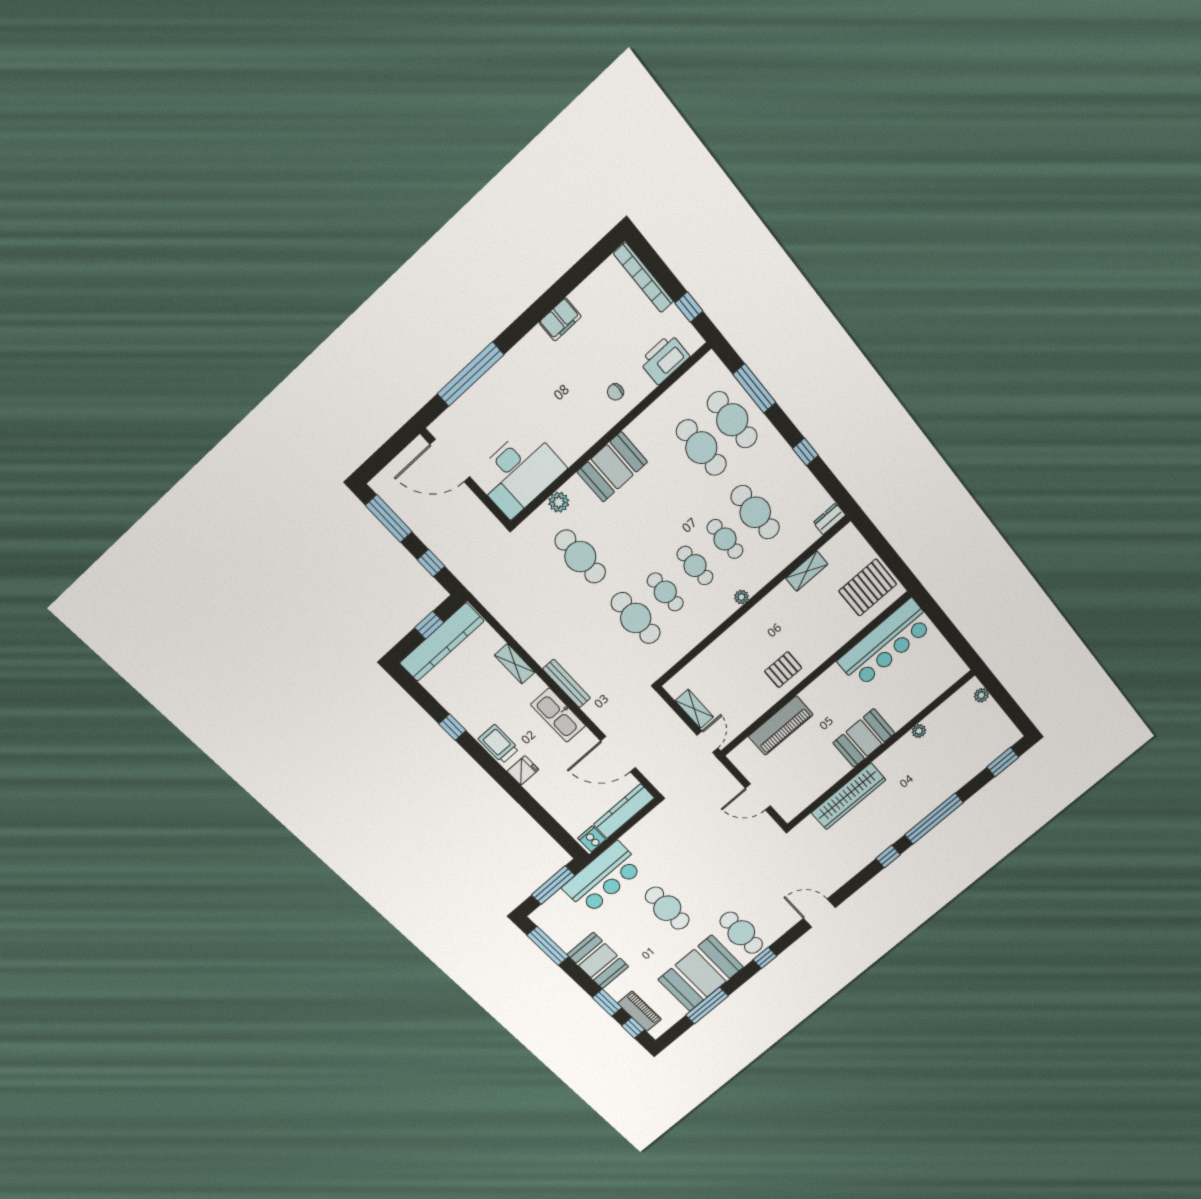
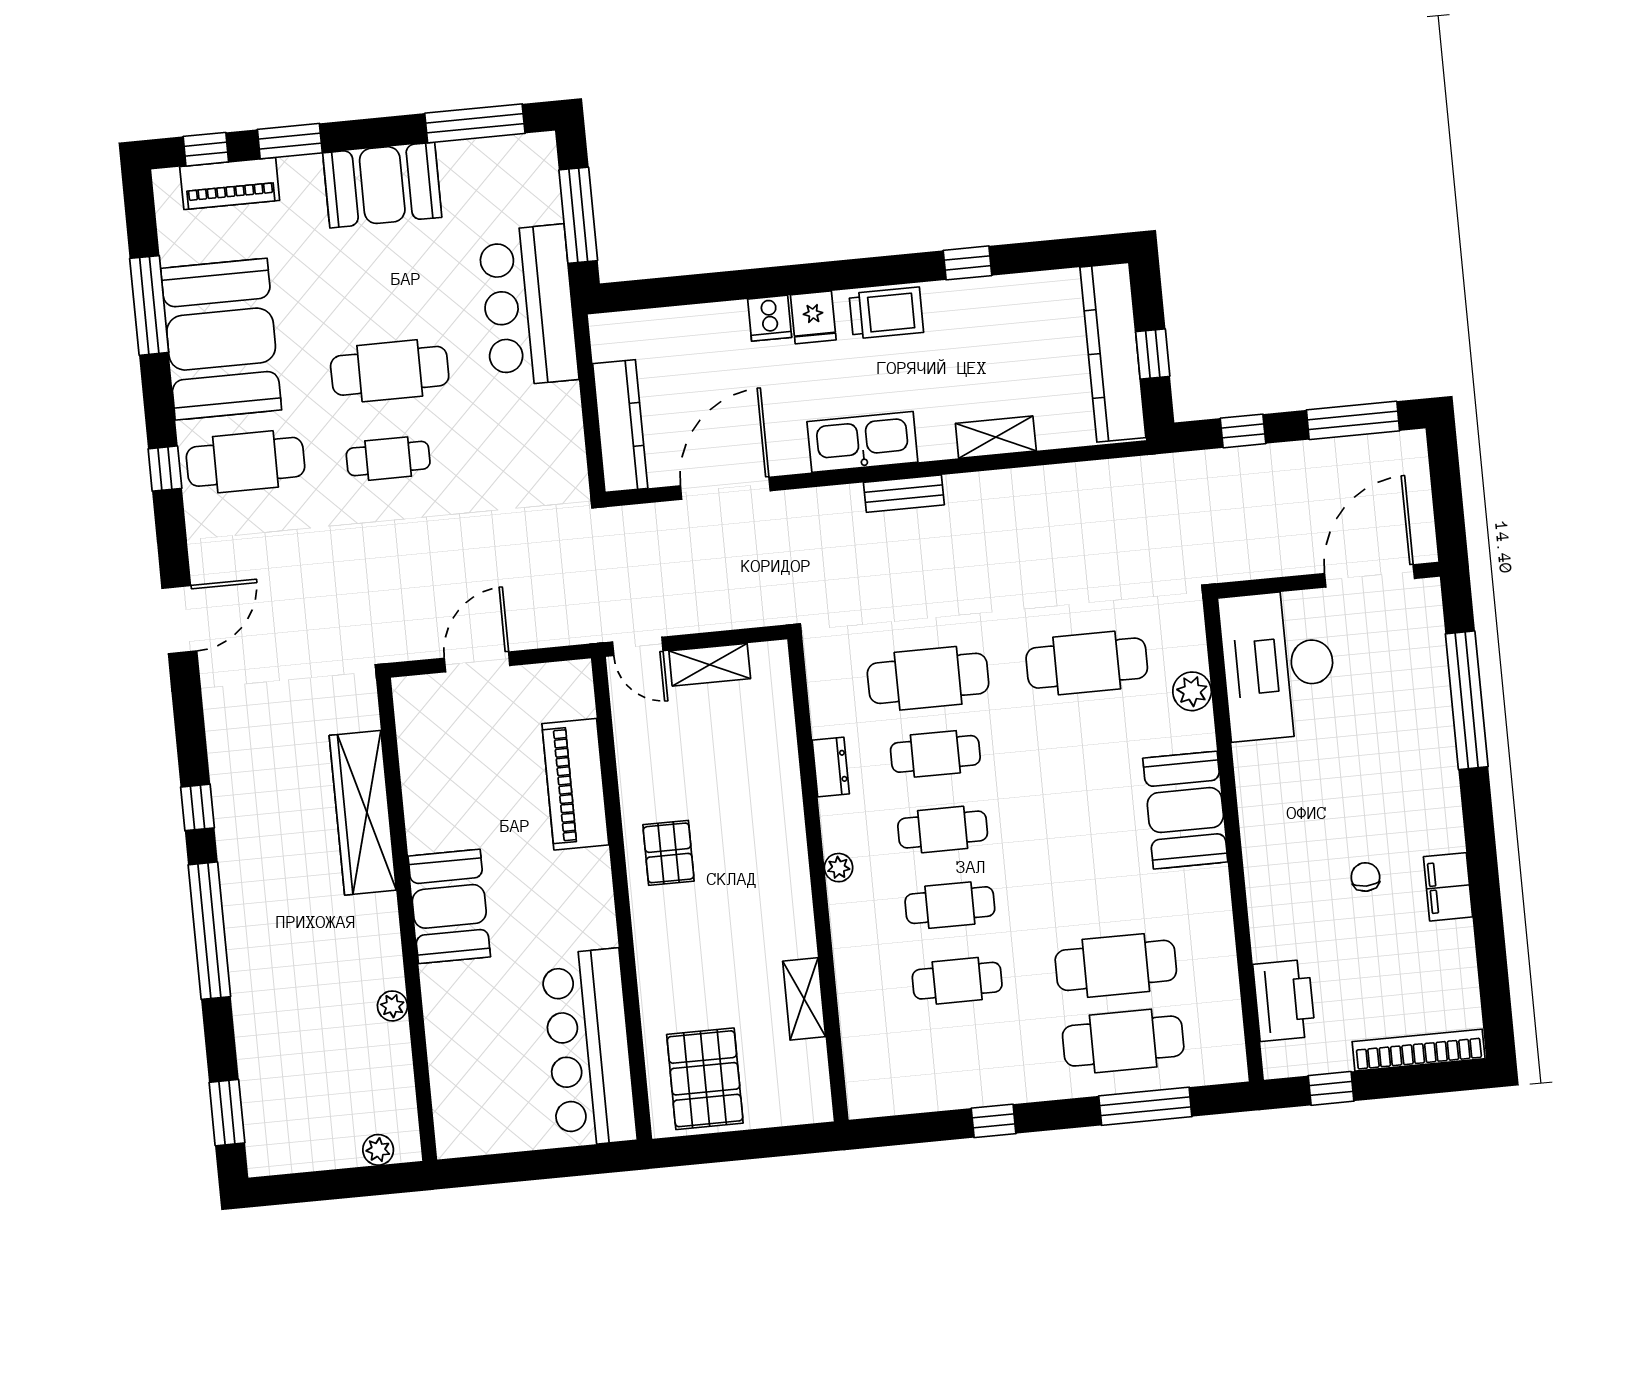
chair: (615, 392) -> (1365, 877), moved
cafe table: (755, 512) -> (957, 981), width x0.73, depth x0.74
dresser: (829, 519) -> (831, 767), moved
bench: (567, 683) -> (904, 494), width x0.73
cooker: (592, 839) -> (770, 318), moved, turned 90
cafe table: (702, 885) -> (388, 459), added

